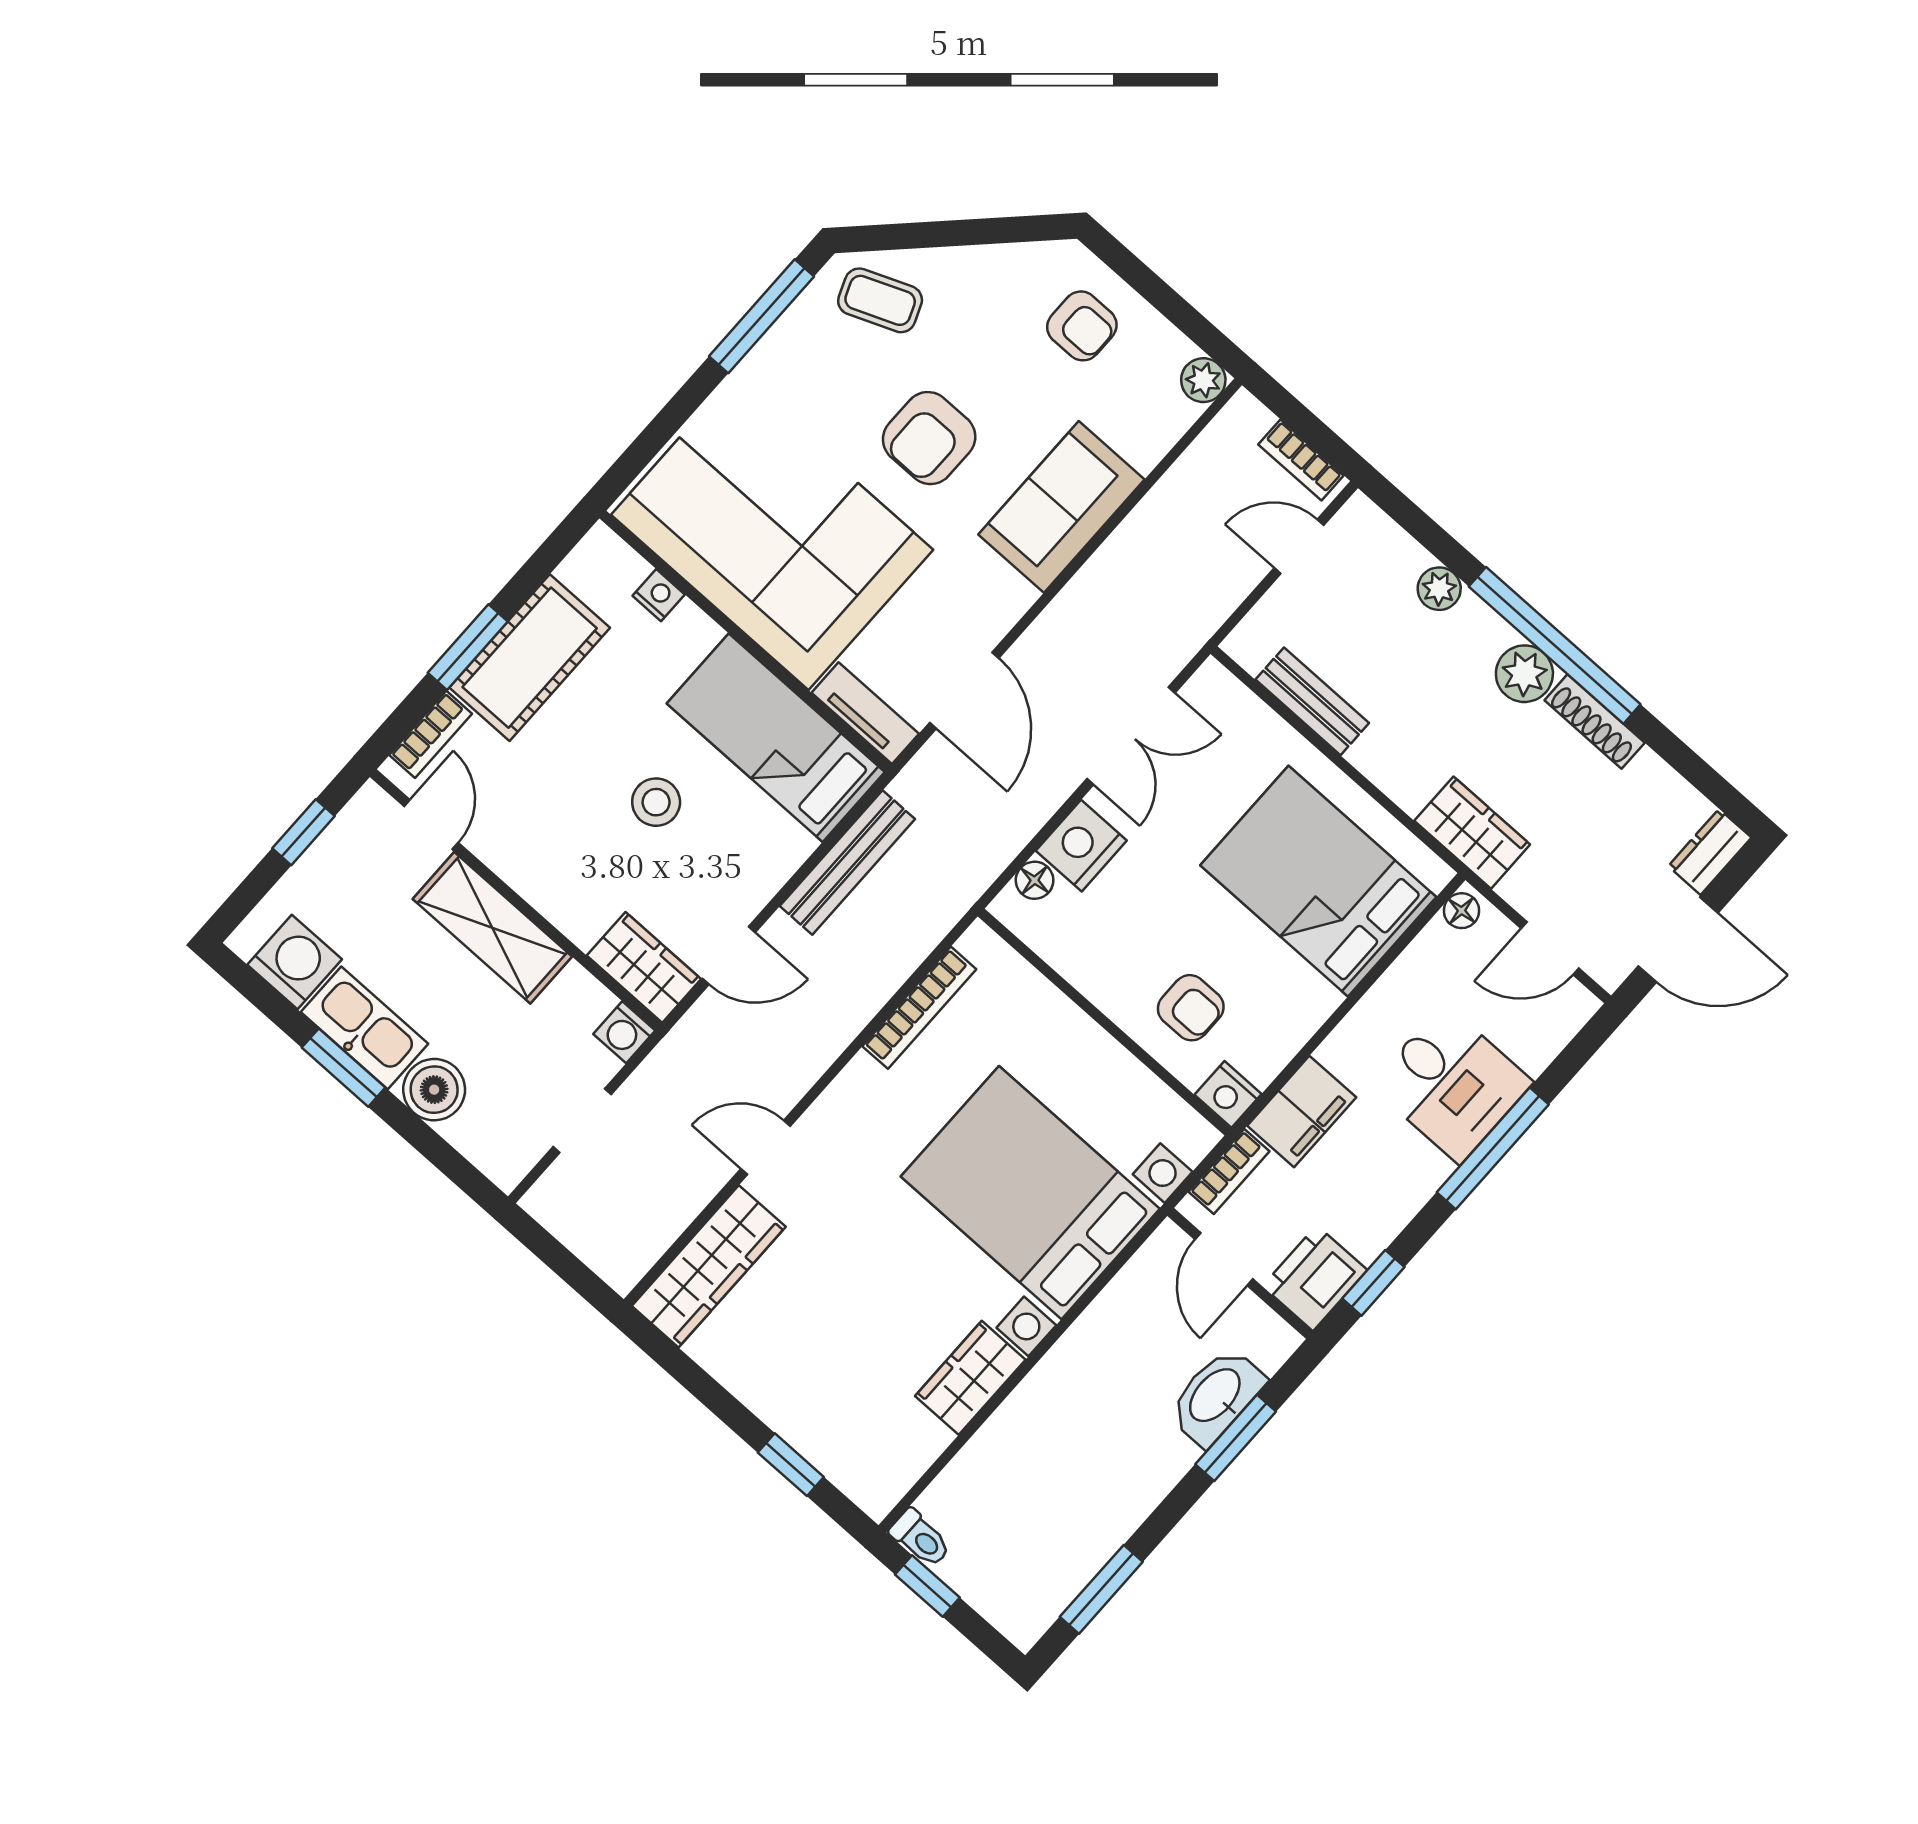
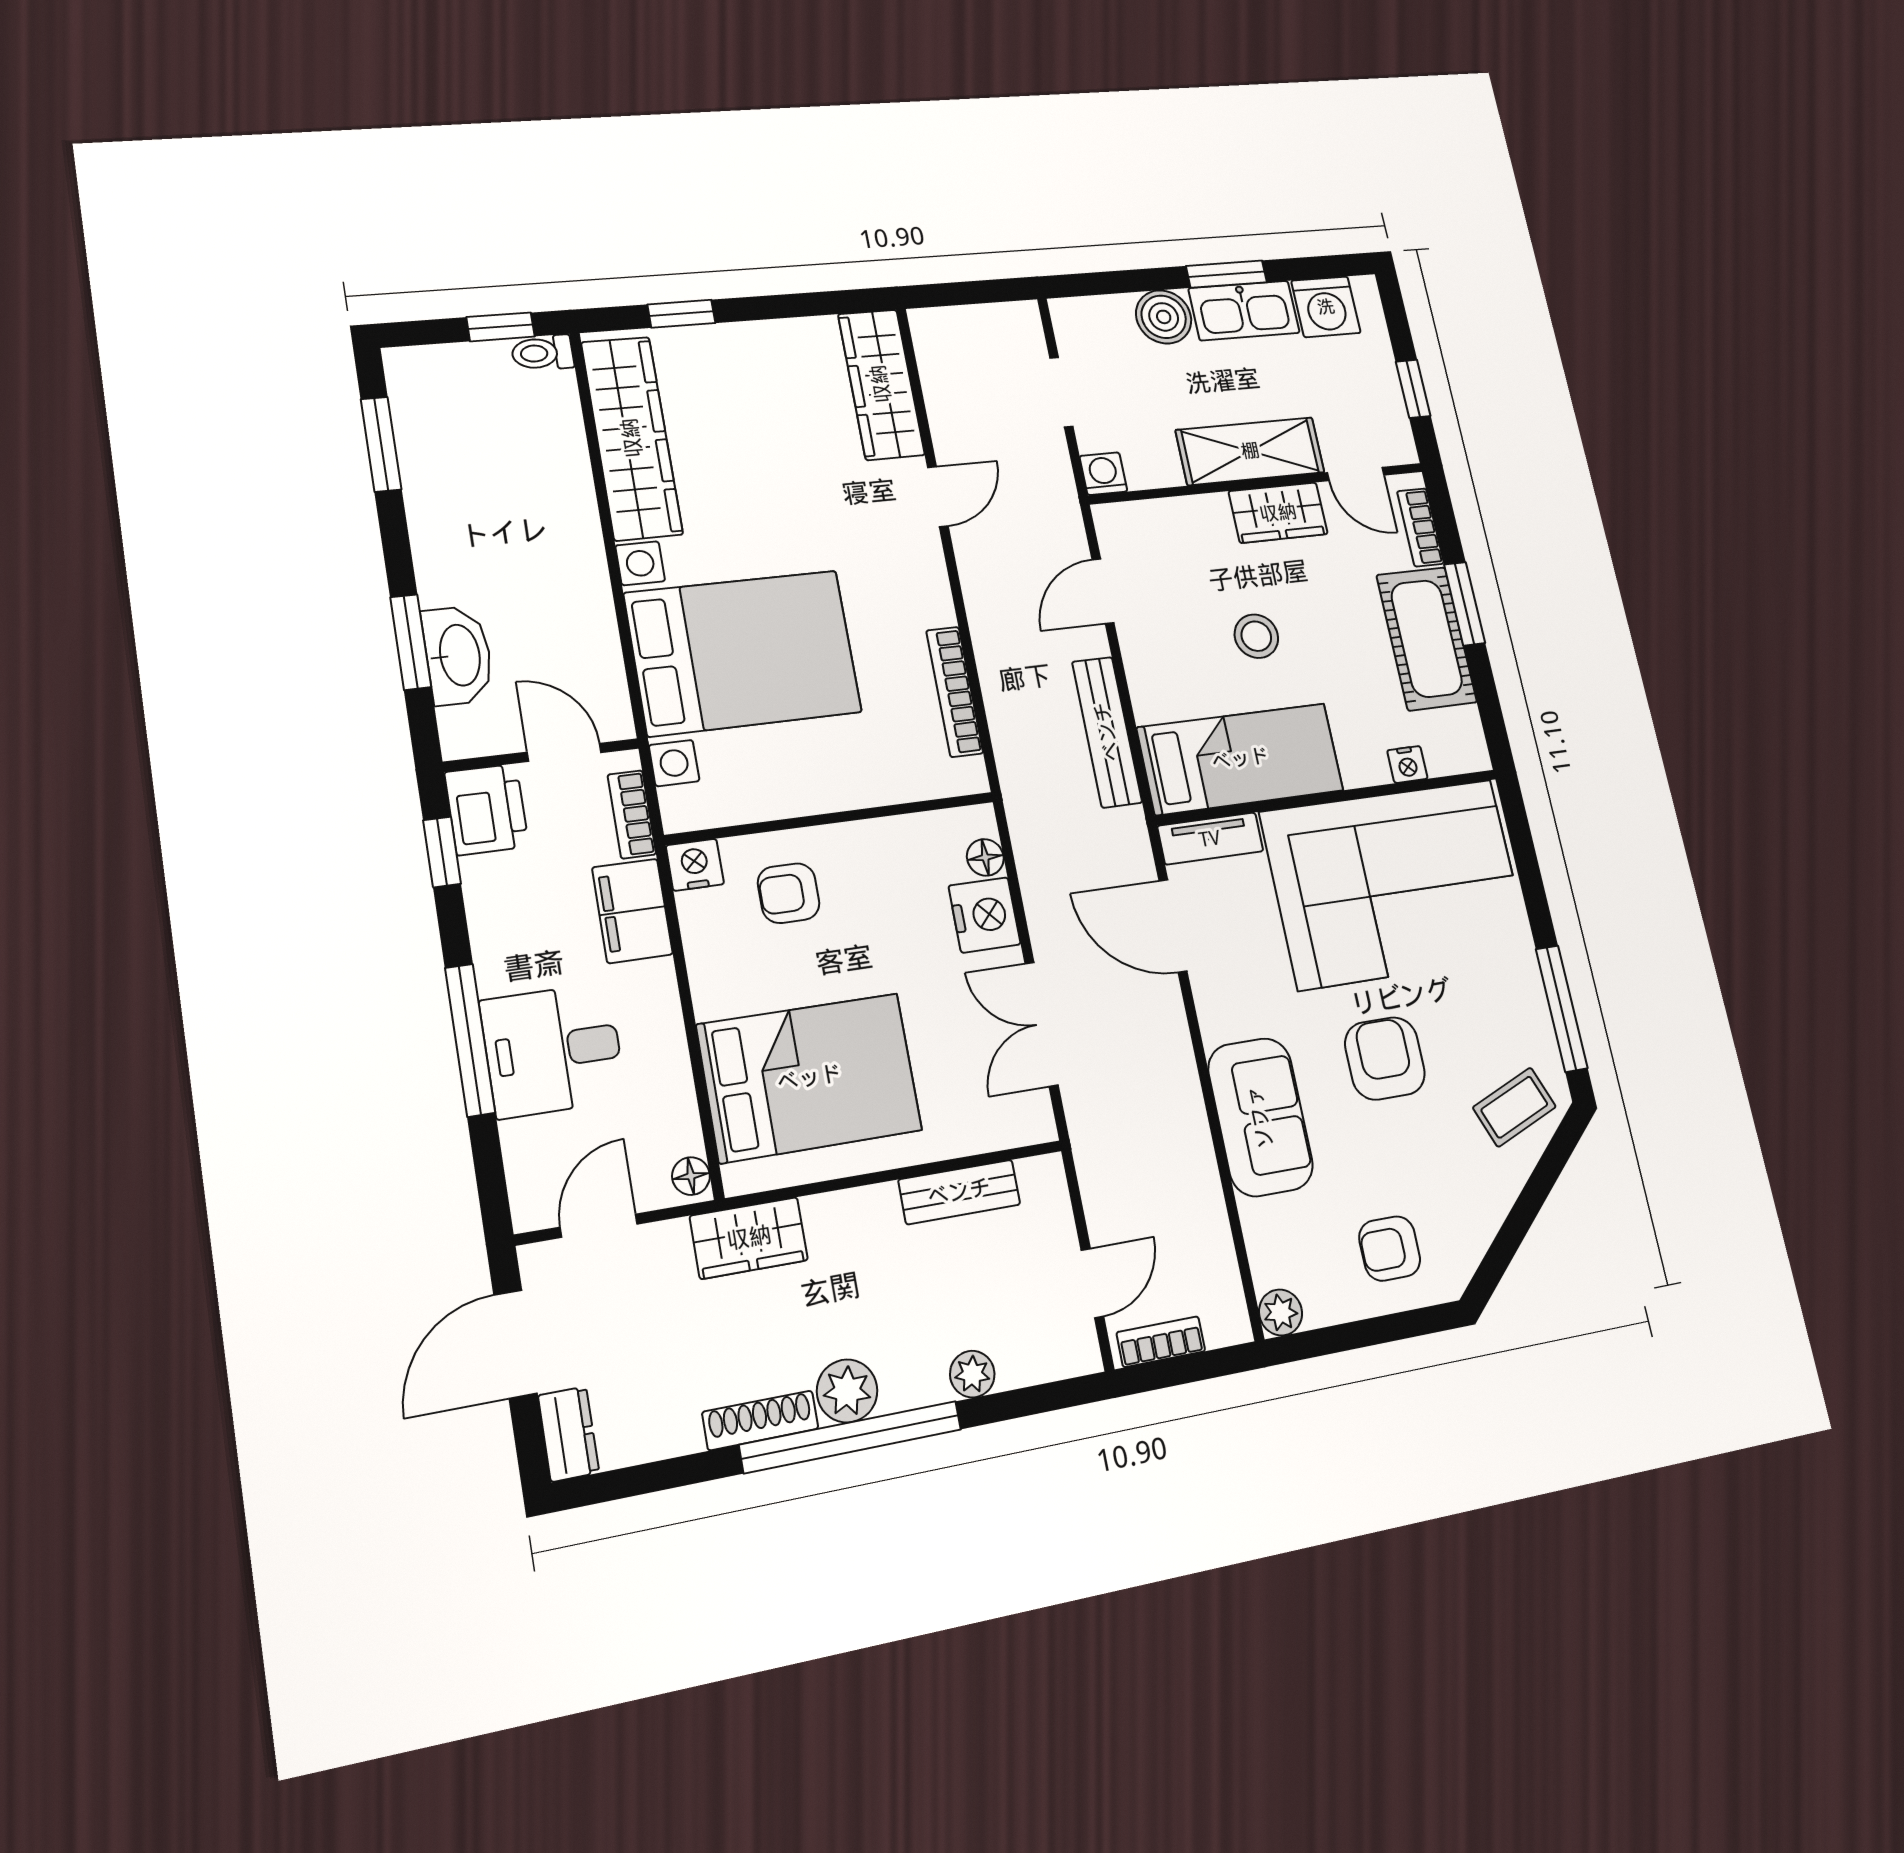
wardrobe: (644, 967) -> (1278, 513), moved
wardrobe: (970, 1378) -> (632, 438), width x2.10, depth x1.17

